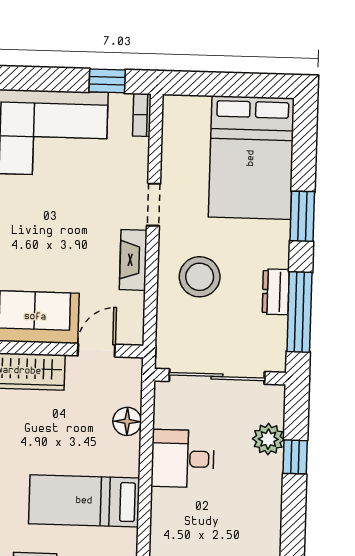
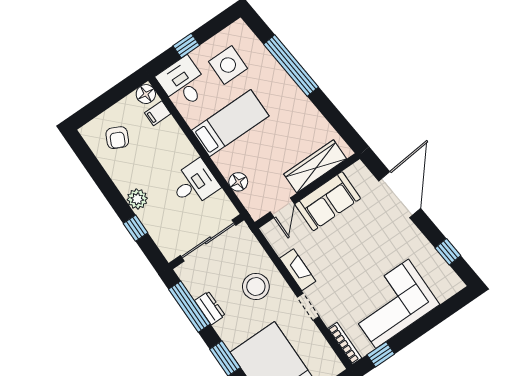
bookcase: (142, 115) -> (345, 343), width x1.56
plant: (268, 439) -> (137, 199), moved

